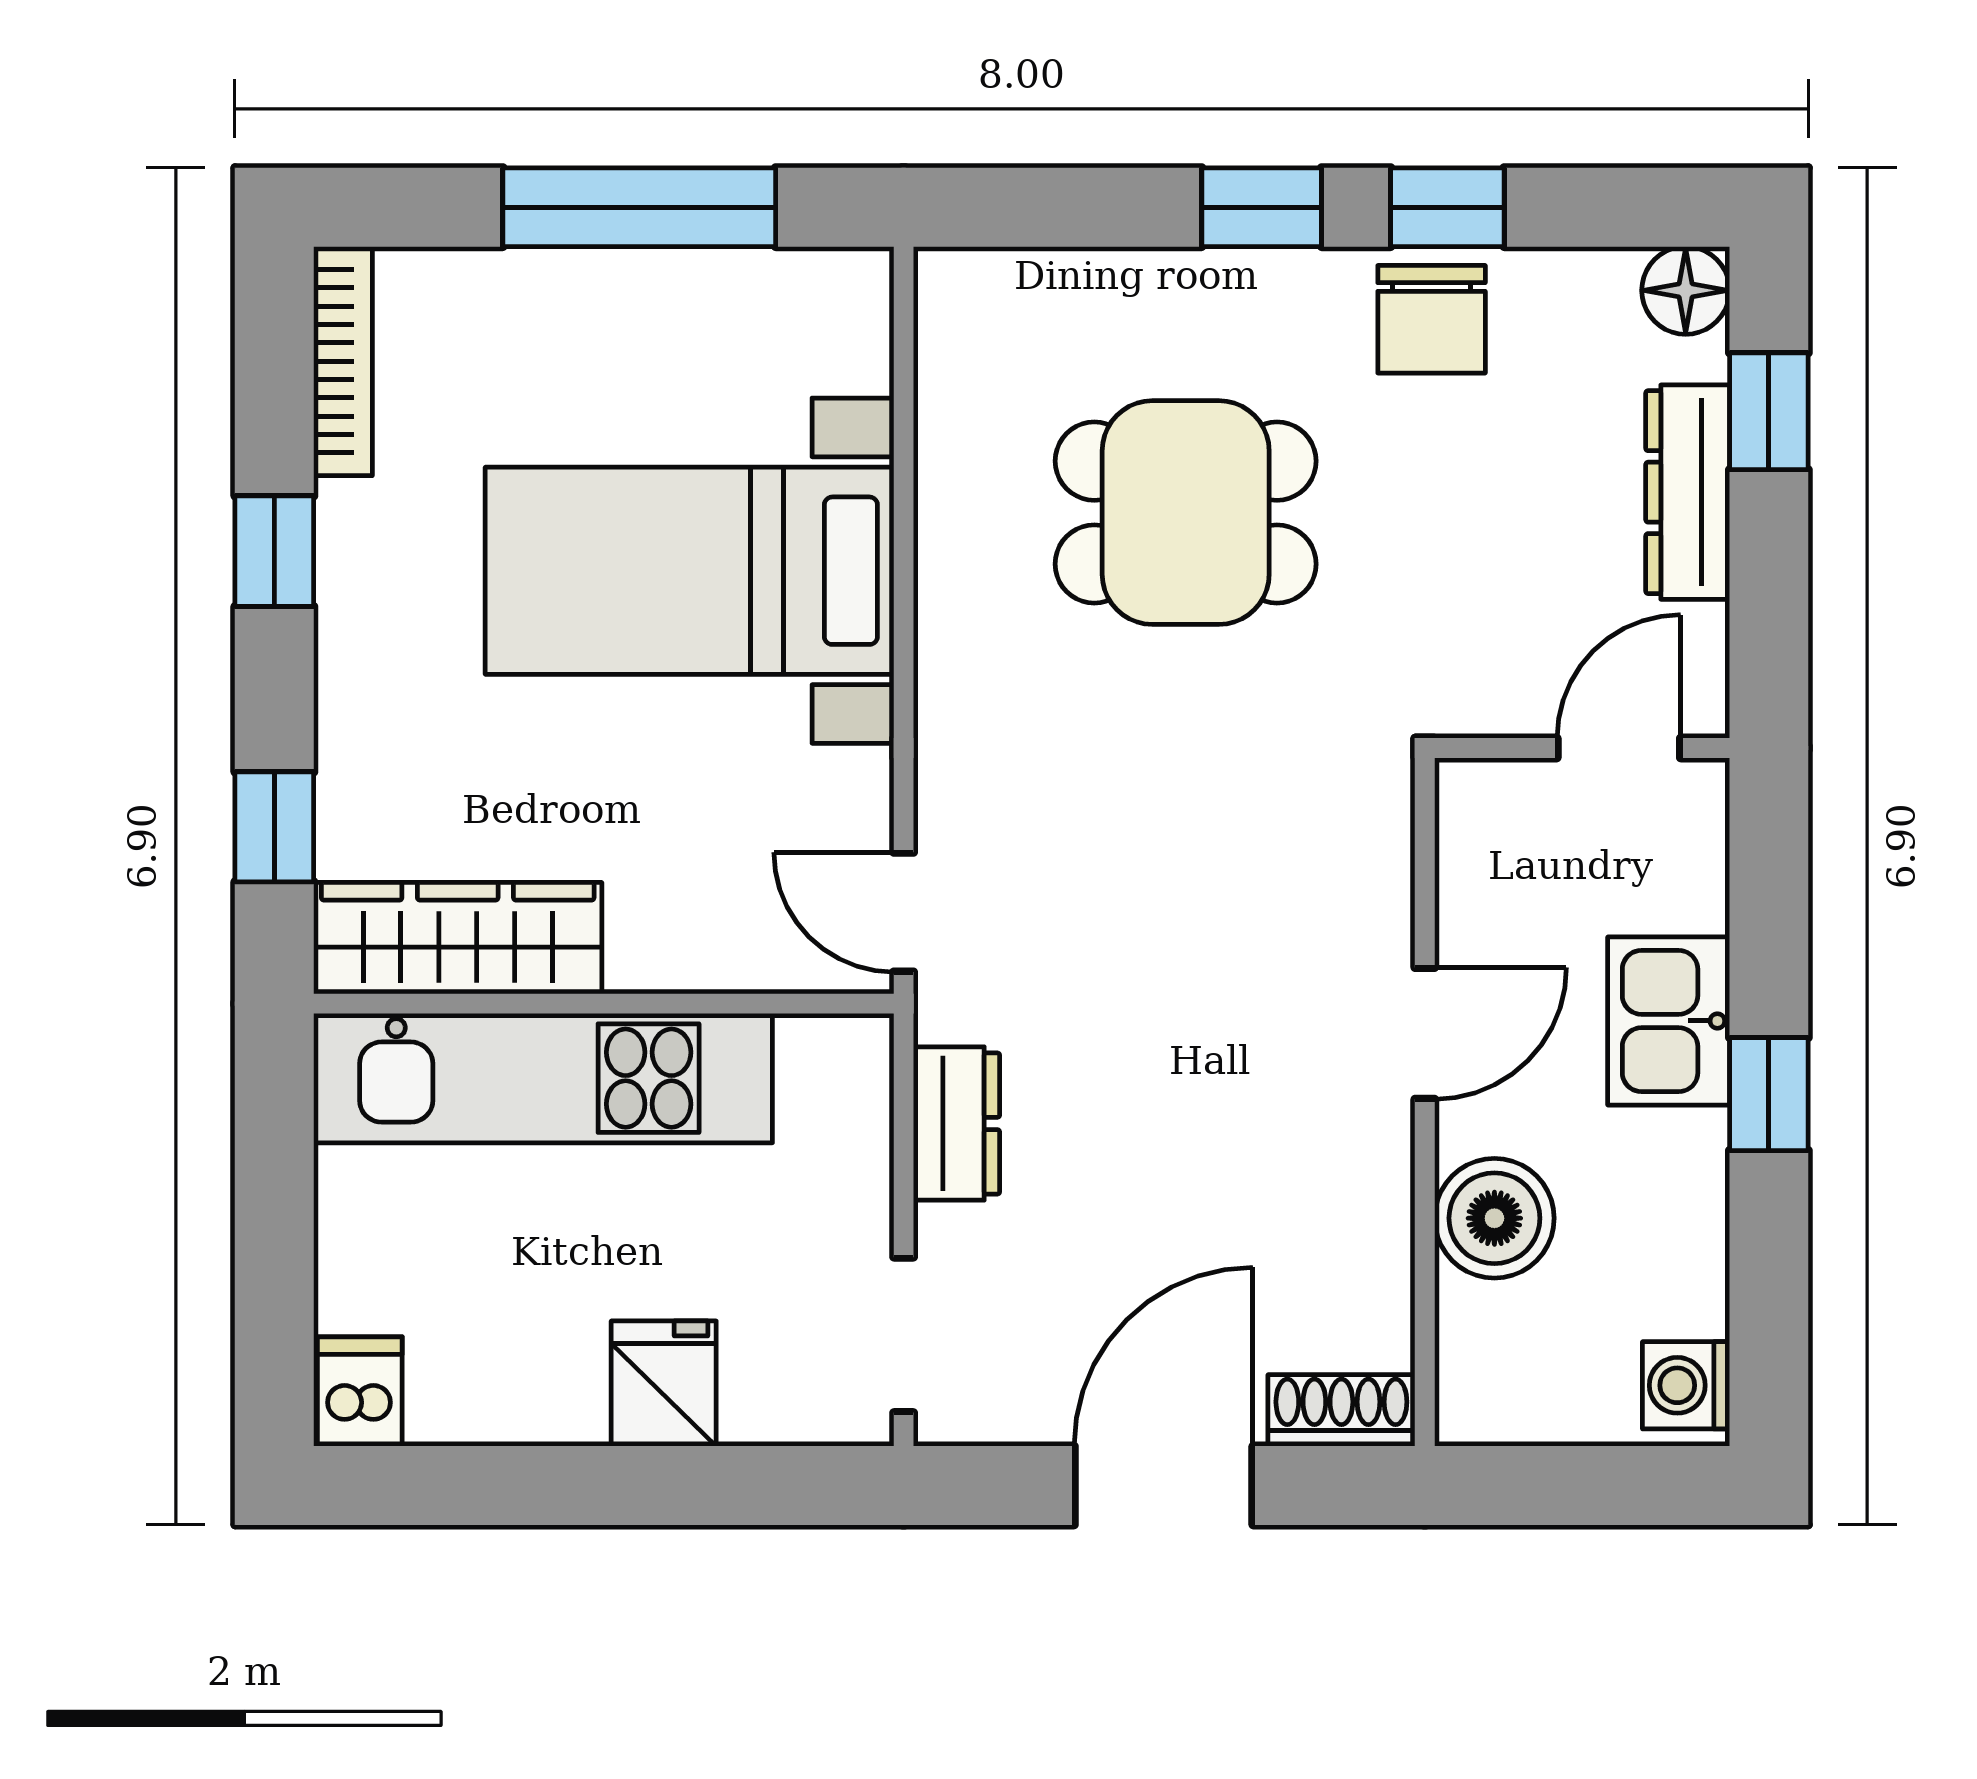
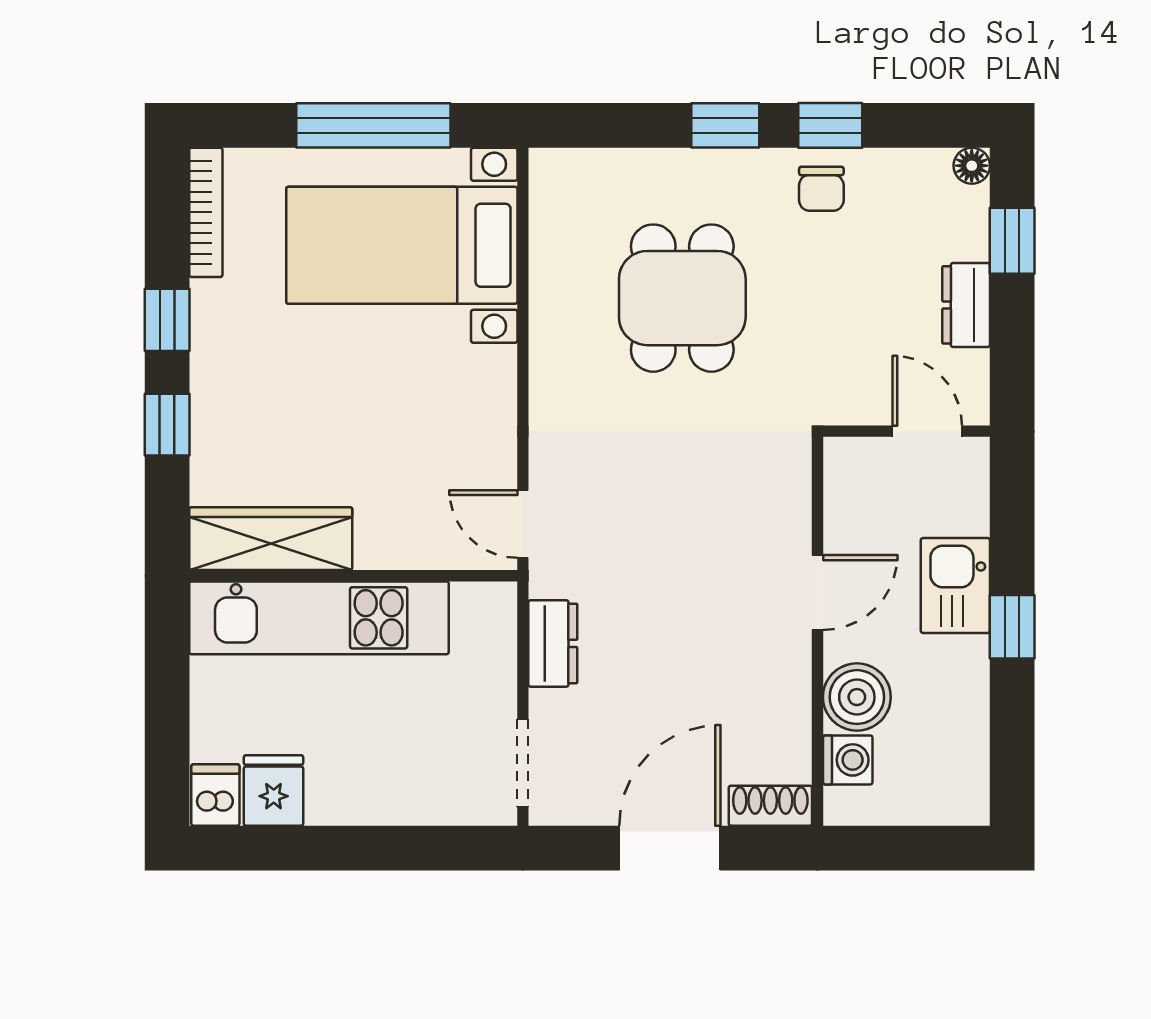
floor lamp: (1686, 290) -> (972, 166), width x0.73, depth x0.73
chair: (1432, 319) -> (821, 189), width x0.73, depth x0.73
dresser: (1688, 492) -> (966, 305), width x0.70
dining table: (1186, 513) -> (682, 298), turned 90
bed with nightstands: (689, 571) -> (402, 245), moved
door: (1619, 748) -> (927, 431), hinge flipped
window: (274, 827) -> (167, 425), moved
fridge: (664, 1384) -> (274, 790), moved
washing machine: (1686, 1385) -> (848, 760), moved, turned 180

